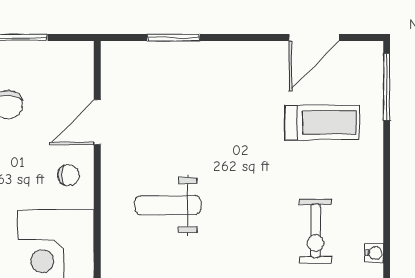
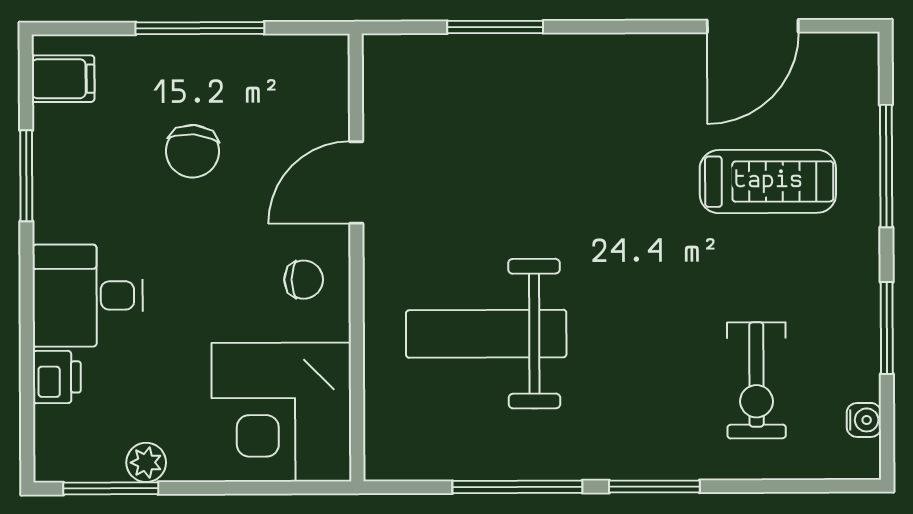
window: (387, 87) -> (886, 166), moved
window: (387, 203) -> (887, 328), added
weight bench: (168, 205) -> (486, 334), width x1.36, depth x1.33

